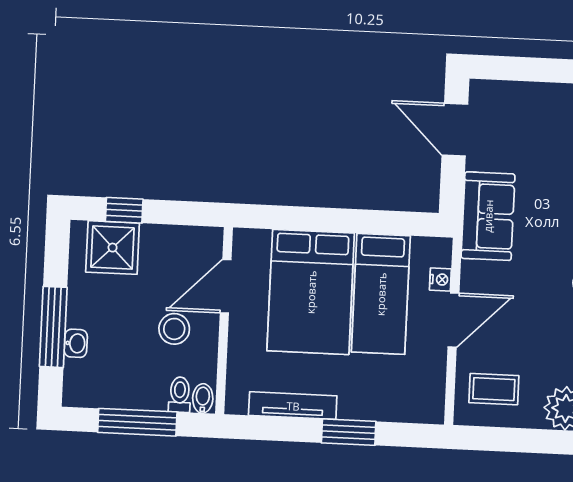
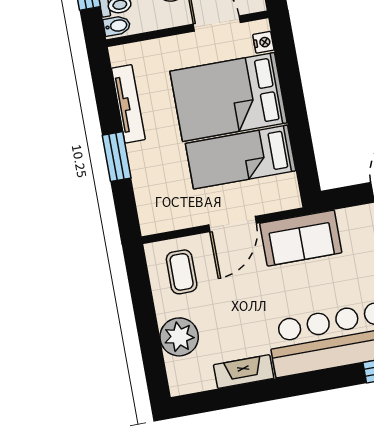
sofa: (488, 216) -> (301, 238), moved
nightstand: (440, 279) -> (263, 42), moved, turned -90
door: (453, 320) -> (232, 224), hinge flipped

